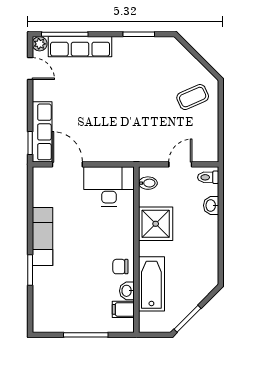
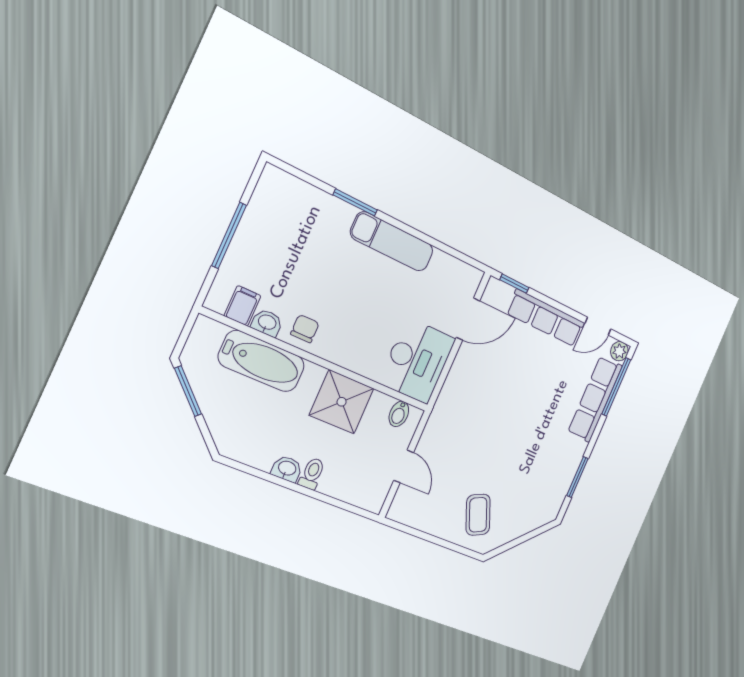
row of seats: (42, 132) -> (546, 318), moved
toilet: (208, 177) -> (312, 474), moved
washbasin: (211, 205) -> (287, 469), moved

